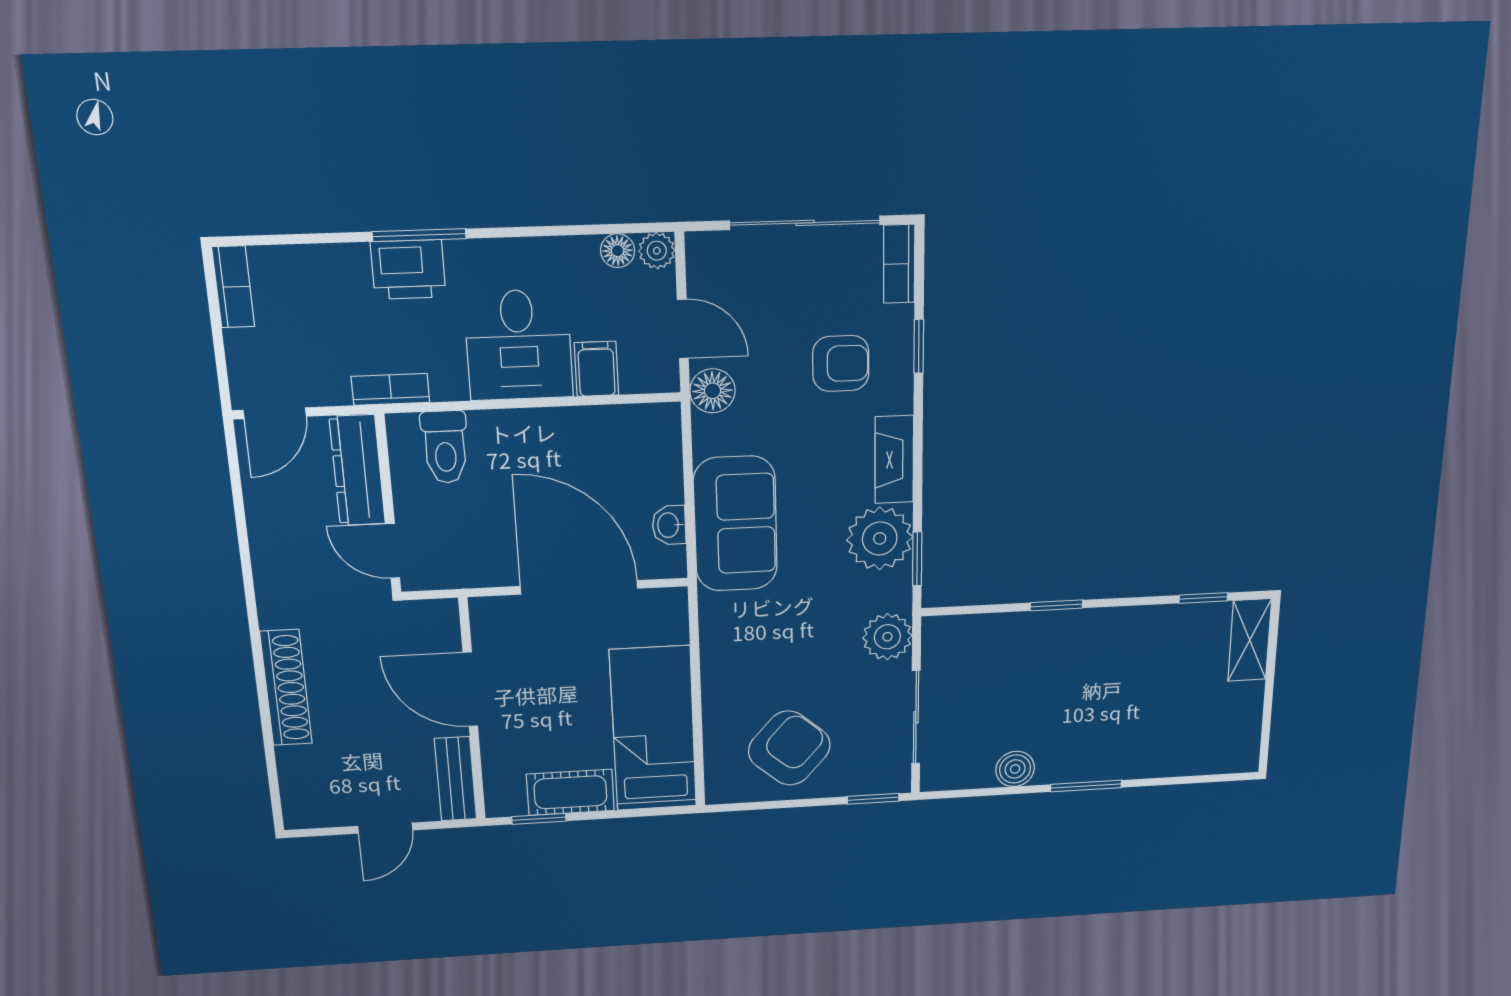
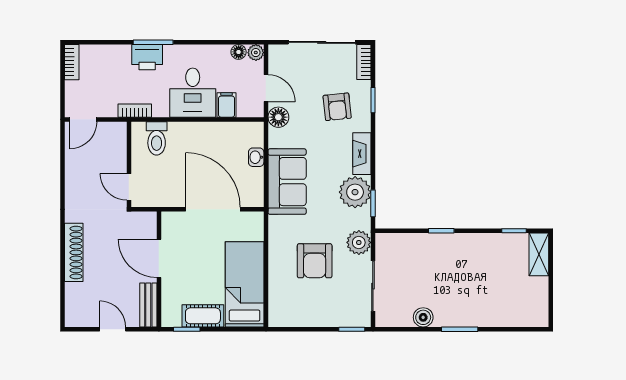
armchair: (841, 364) -> (337, 107), turned 84
dresser: (357, 470) -> (117, 148), removed
washbasin: (669, 525) -> (256, 157), moved
armchair: (789, 748) -> (315, 261), moved, turned 139
door: (385, 828) -> (113, 329), swing flipped

